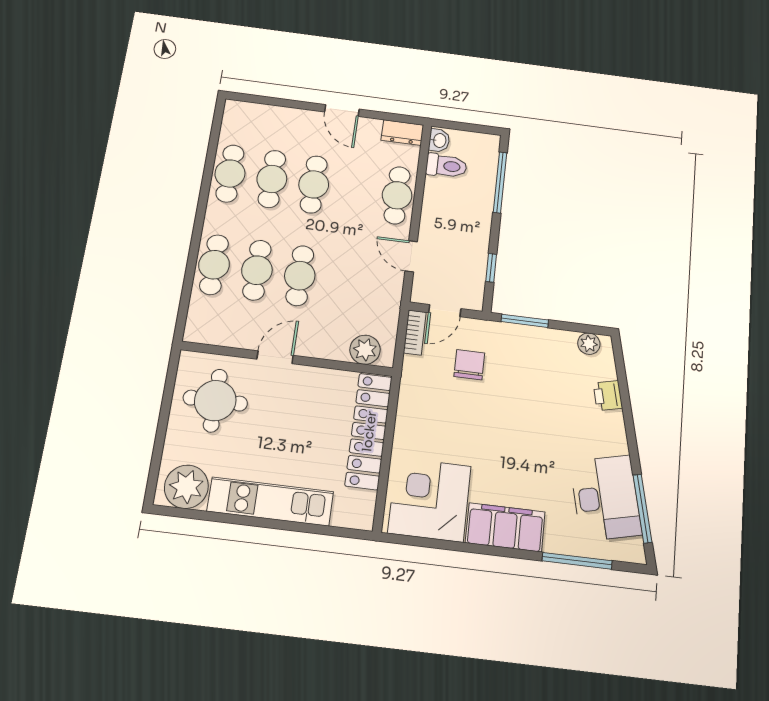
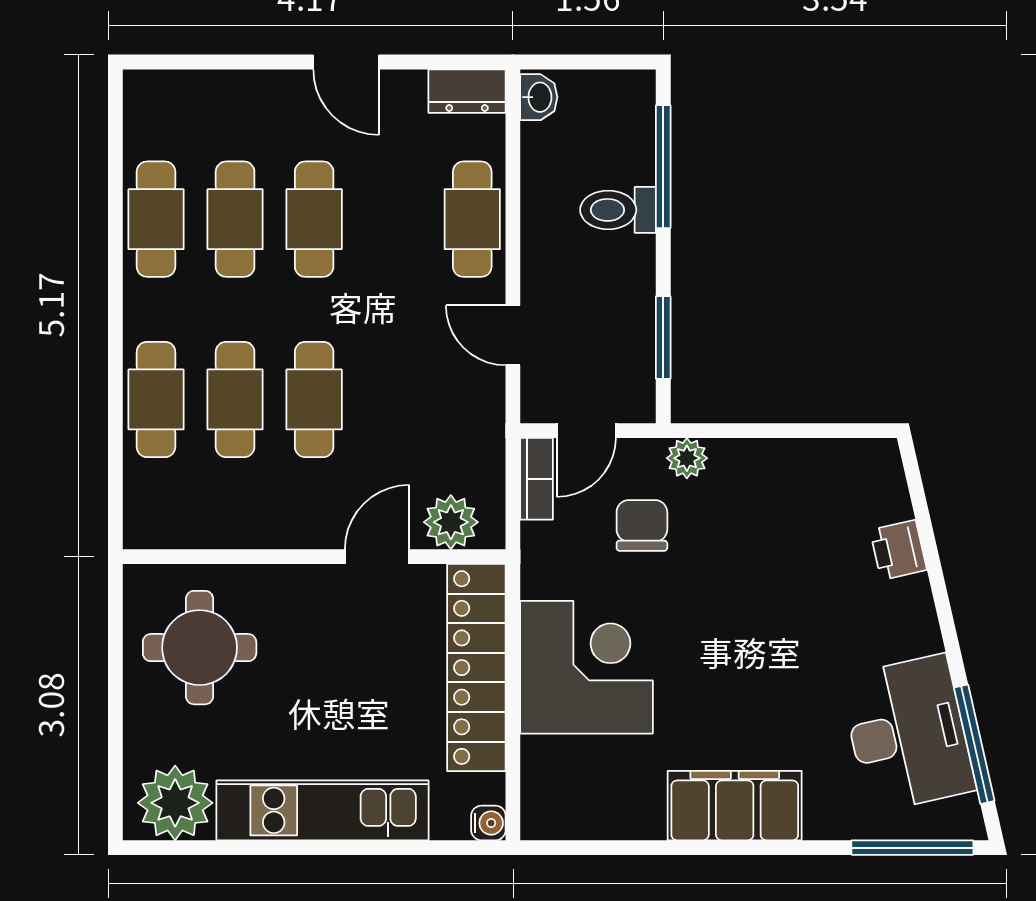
toilet: (446, 166) -> (618, 210), moved, turned 180
window: (491, 268) -> (663, 338), width x1.50
window: (525, 321) -> (735, 431), removed
plant: (589, 344) -> (687, 458), moved
door: (275, 357) -> (377, 557), moved
corner desk: (430, 500) -> (587, 667), moved, turned 90
water cooler: (364, 520) -> (488, 823), added
window: (577, 561) -> (912, 848), moved

